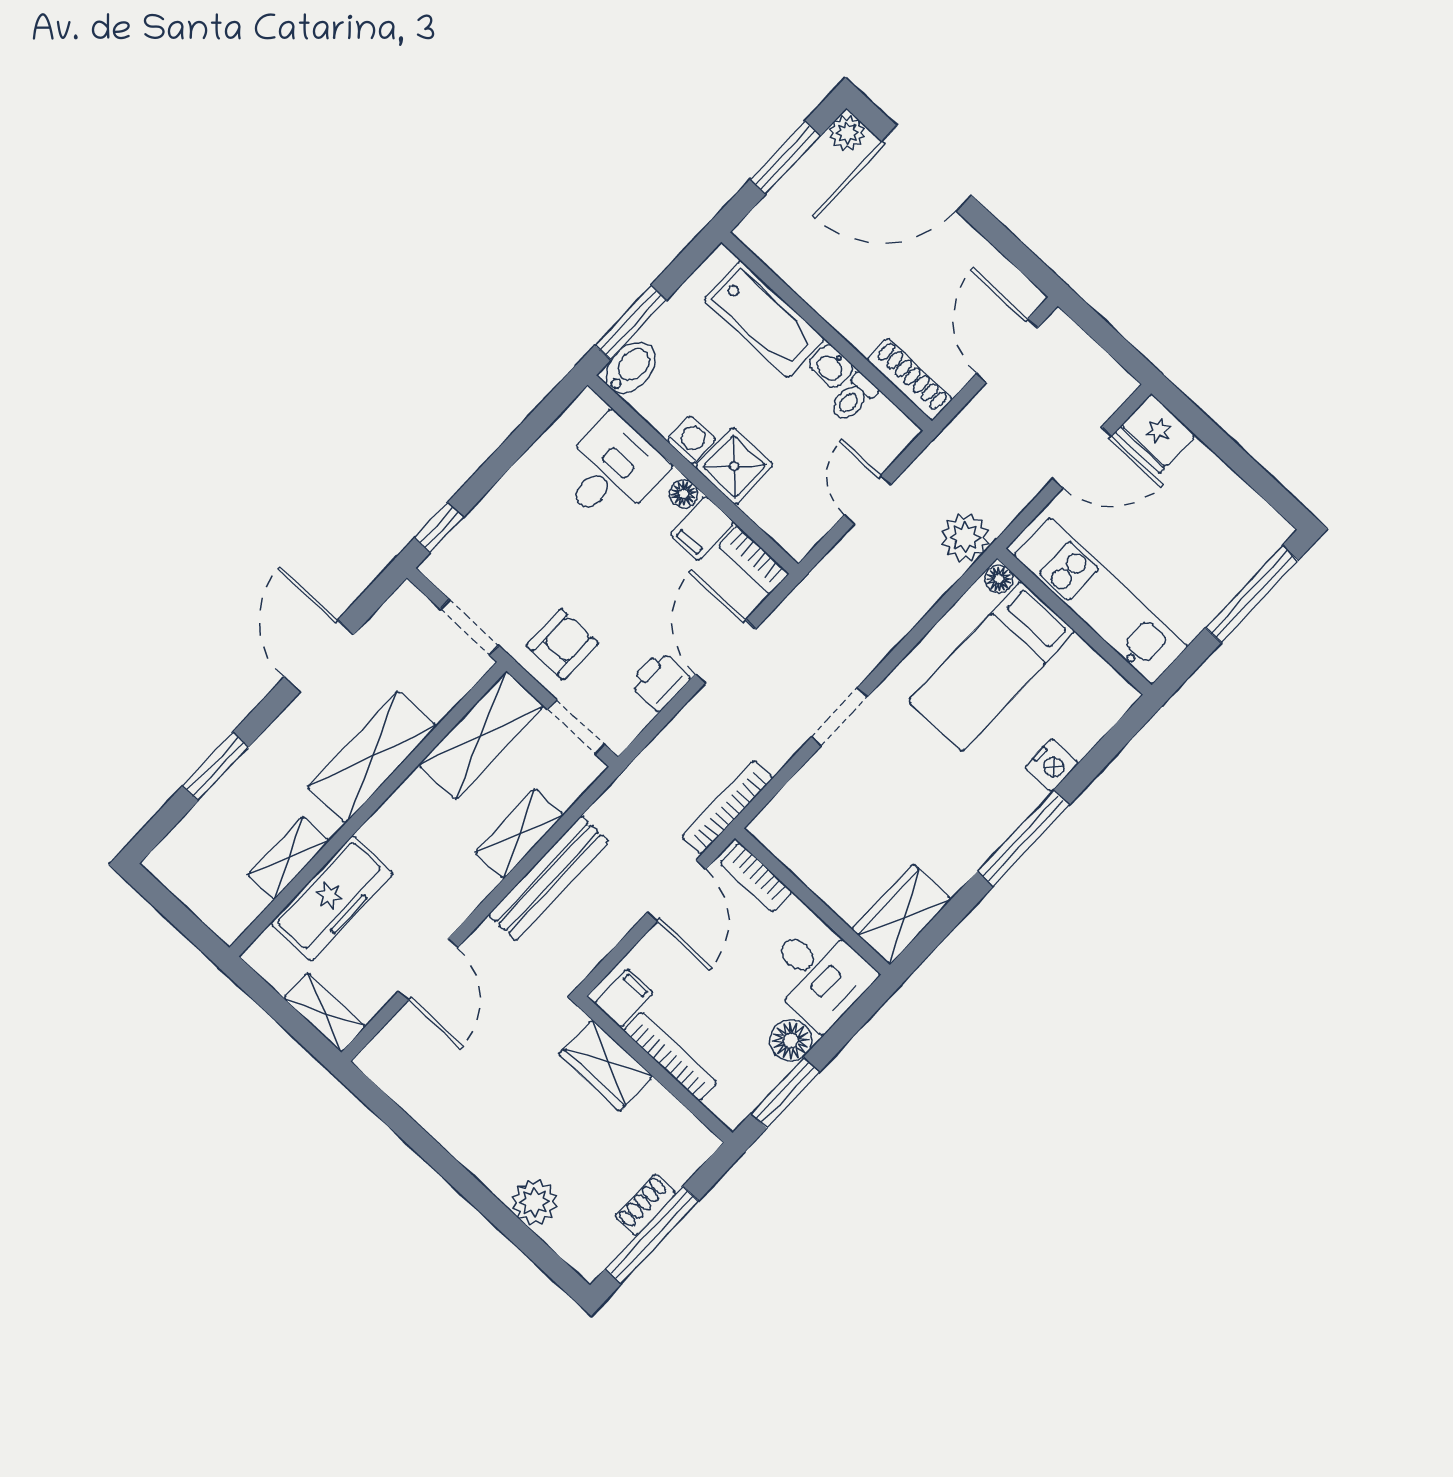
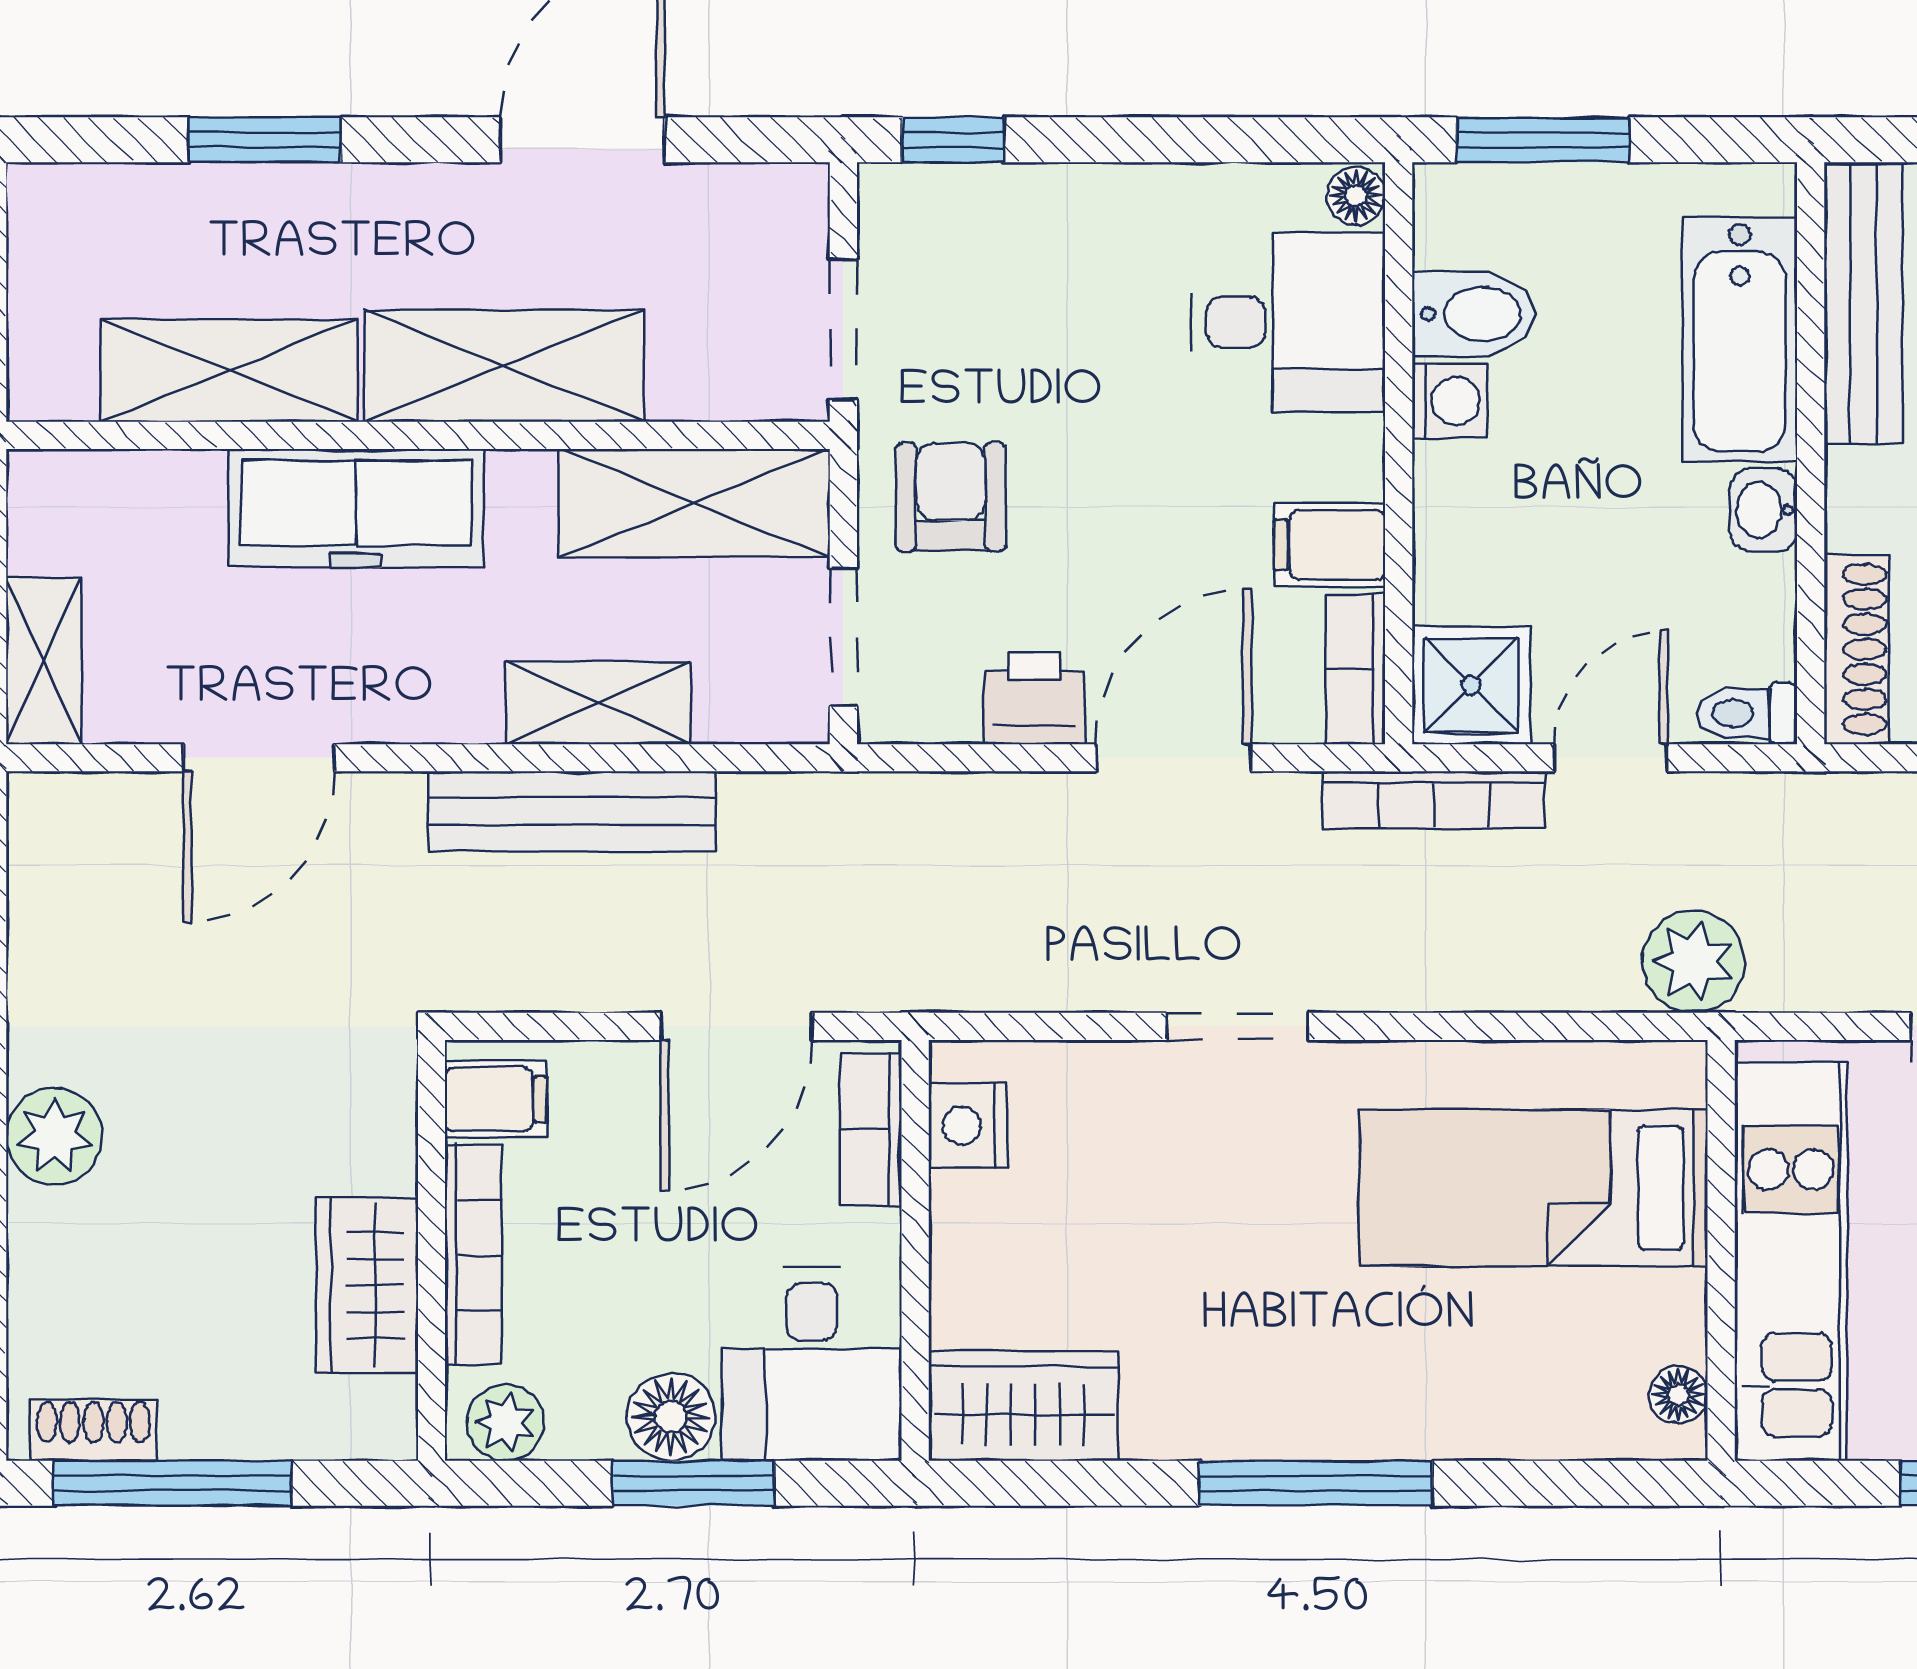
bench: (792, 265) -> (1863, 304), added
bidet: (631, 368) -> (1474, 314), moved
toilet: (853, 398) -> (1747, 713), moved
shower: (734, 466) -> (1471, 685), moved
floor lamp: (684, 494) -> (1356, 196), moved
floor lamp: (999, 579) -> (1678, 1395), moved
armchair: (562, 644) -> (951, 497), turned -90
nightstand: (1052, 765) -> (968, 1126), moved, turned 90
bookcase: (727, 807) -> (1434, 800), moved, turned 180
shelving: (288, 858) -> (229, 371), width x1.50, depth x1.33
freezer: (332, 898) -> (356, 508), moved
wardrobe: (606, 1065) -> (367, 1285), moved
window: (785, 1093) -> (694, 1483), moved
plant: (739, 1100) -> (505, 1422), added
plant: (535, 1202) -> (55, 1136), moved
shoe rack: (645, 1205) -> (93, 1430), moved

